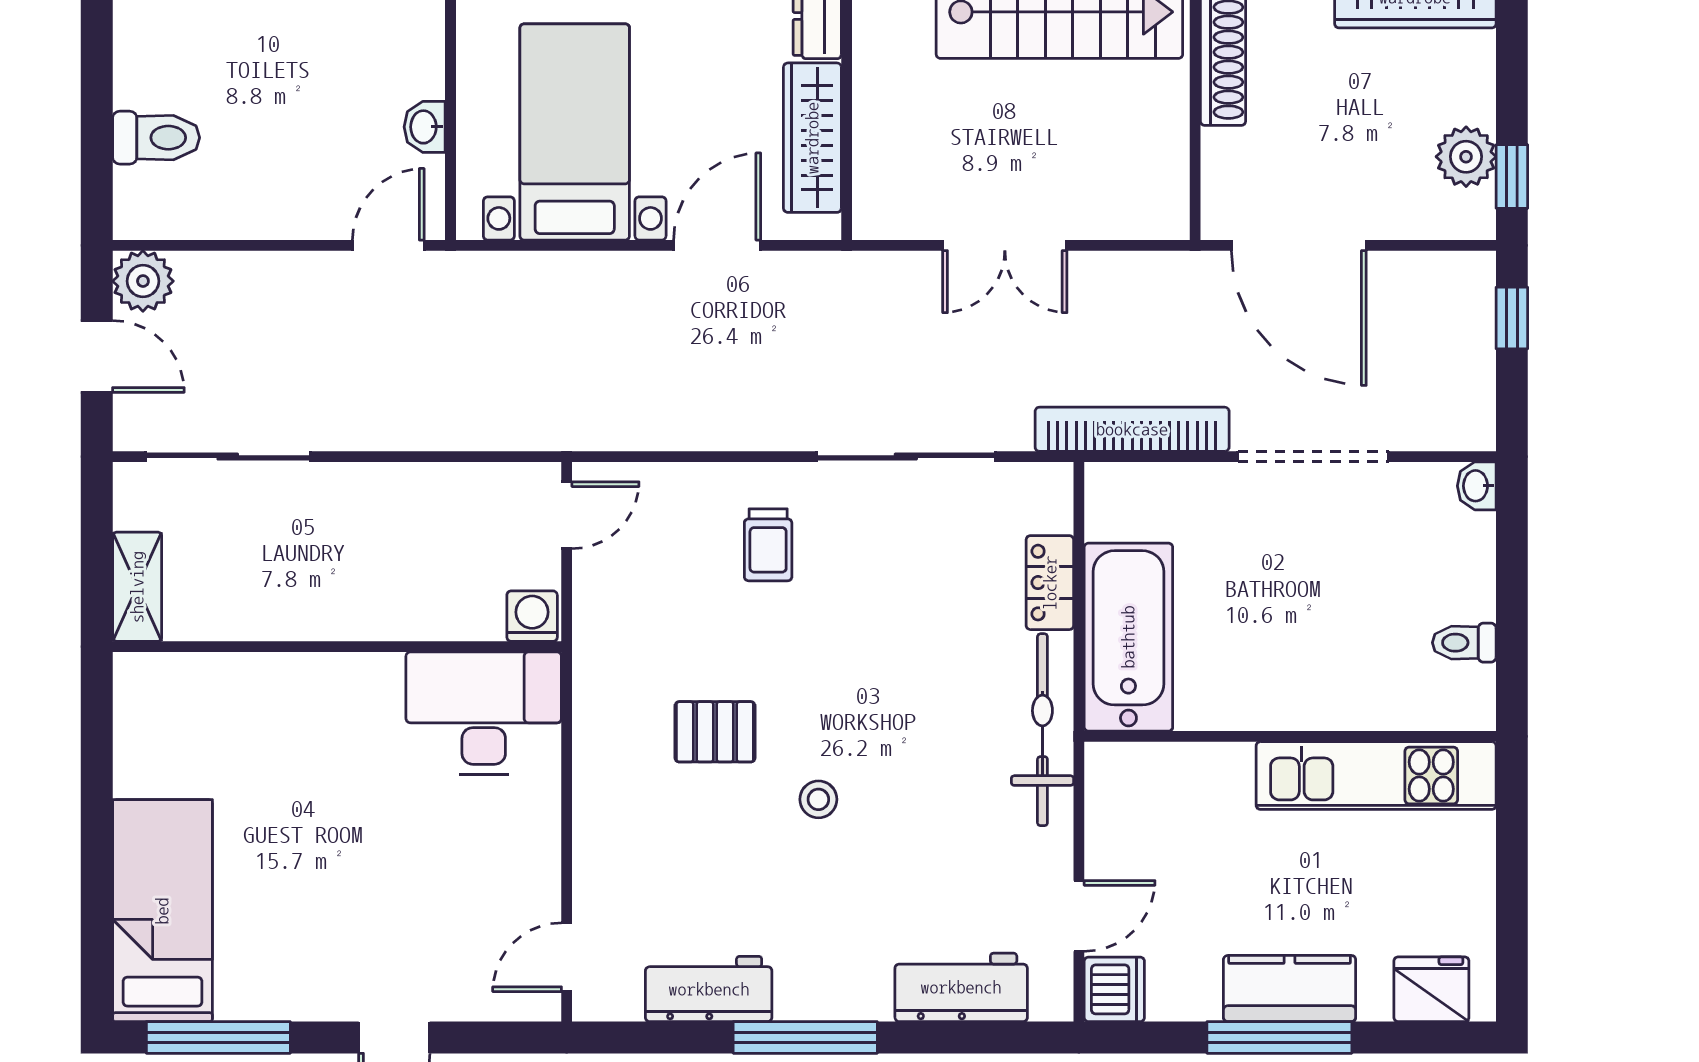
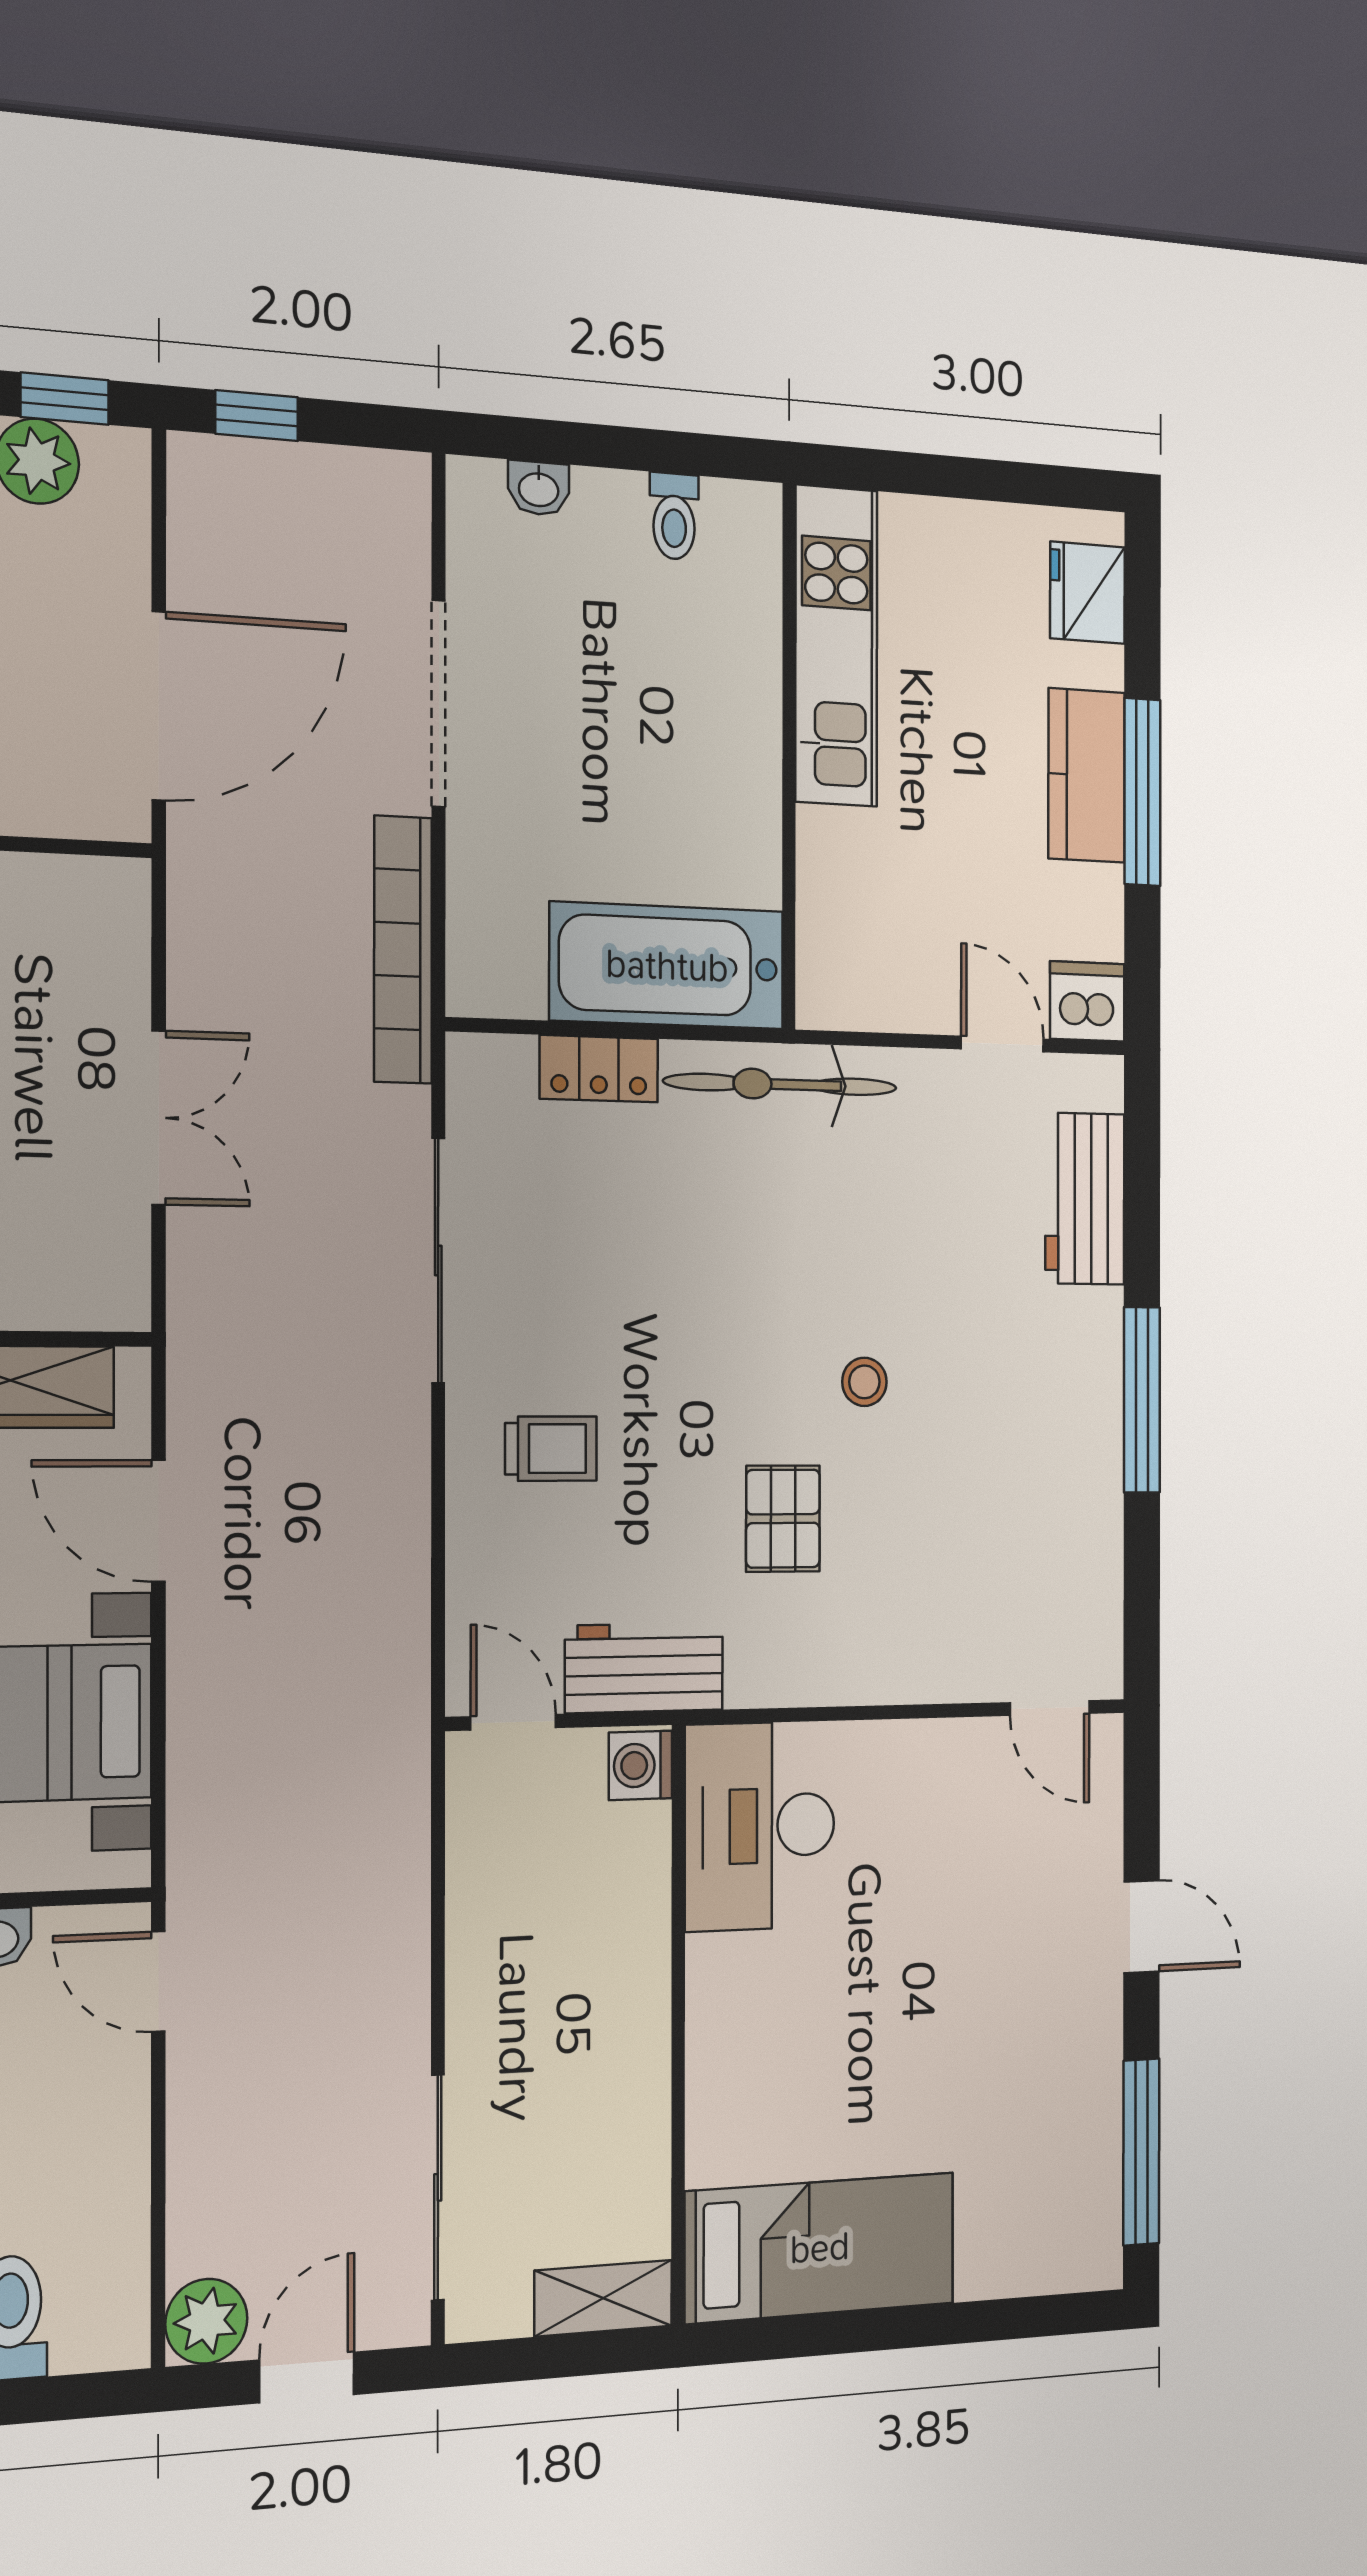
washbasin: (1477, 486) -> (539, 488), moved
bed: (162, 911) -> (820, 2248), moved, turned 180
workbench: (709, 989) -> (644, 1668), moved, turned 90

